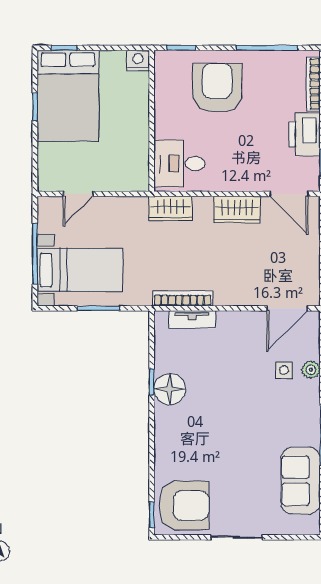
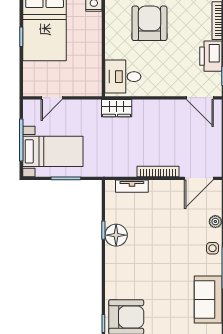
wardrobe: (237, 209) -> (163, 109), removed
bookcase: (183, 298) -> (158, 171), moved
side table: (284, 370) -> (213, 248), moved

